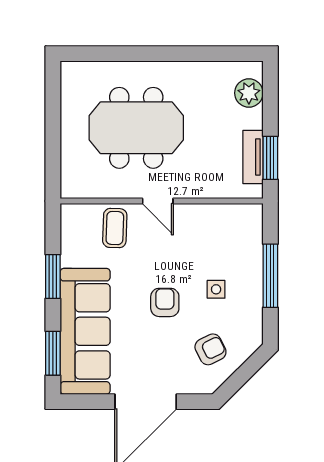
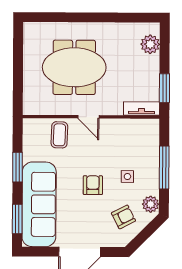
tv unit: (253, 157) -> (142, 109), moved, turned 90
plant: (251, 330) -> (151, 204), added

